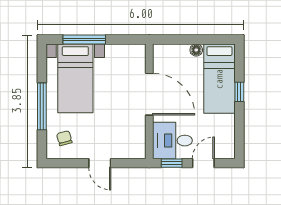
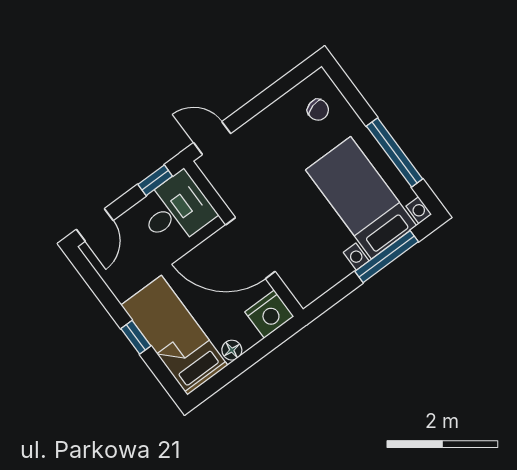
nightstand: (164, 54) -> (269, 314), added
window: (42, 106) -> (395, 153), moved
door: (100, 163) -> (212, 138), moved
door: (203, 163) -> (95, 225), moved

